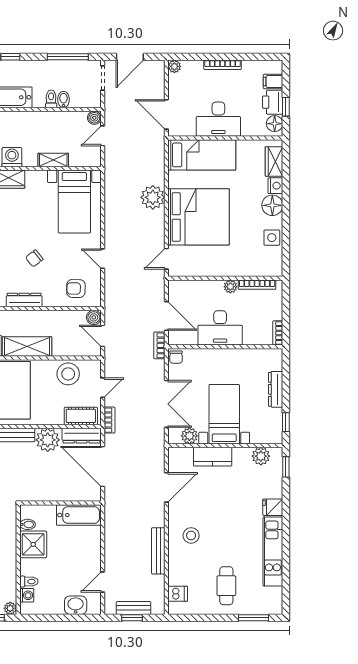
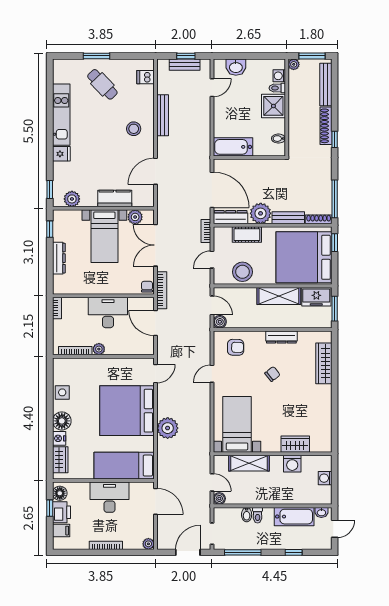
door: (103, 136) -> (212, 482), hinge flipped
shelving: (53, 160) -> (249, 463), width x1.50, depth x1.33
door: (103, 259) -> (212, 374), swing flipped
bookcase: (159, 345) -> (162, 290), width x1.56
cot: (81, 416) -> (247, 235), moved
shower: (33, 544) -> (273, 106), moved
cafe table: (226, 586) -> (102, 84), turned -44
window: (254, 618) -> (96, 56), moved

